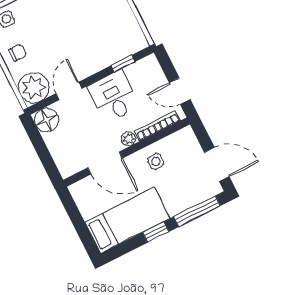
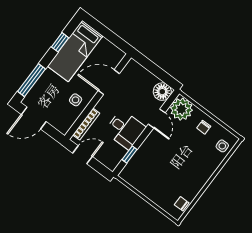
plant: (129, 139) -> (101, 106), removed
window: (156, 232) -> (60, 42), moved

